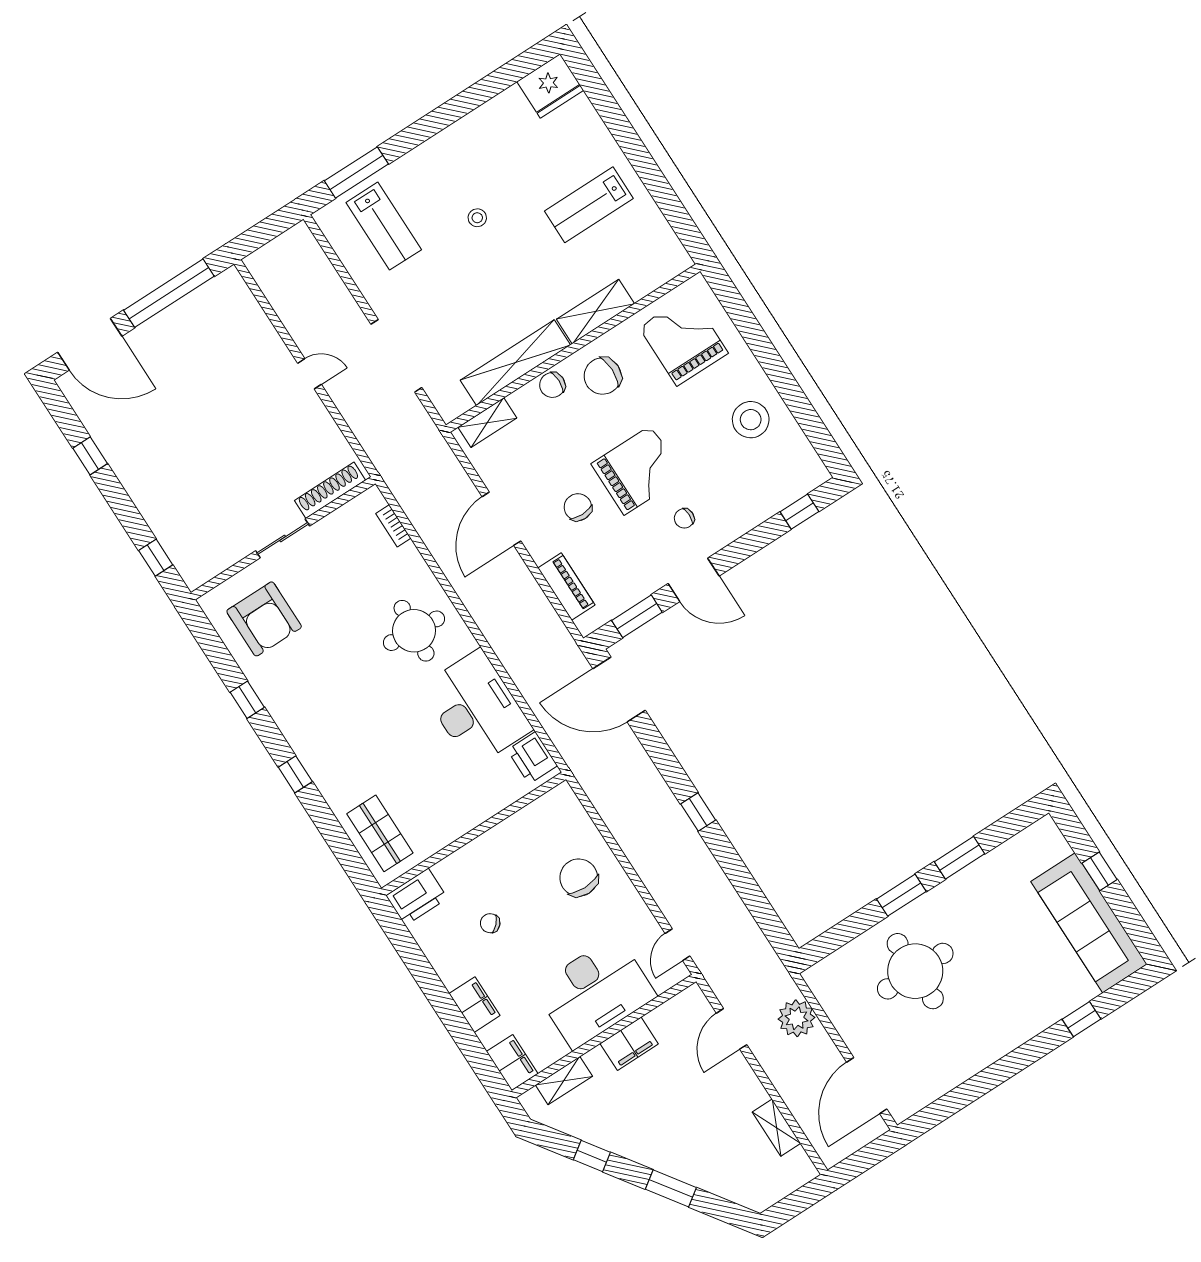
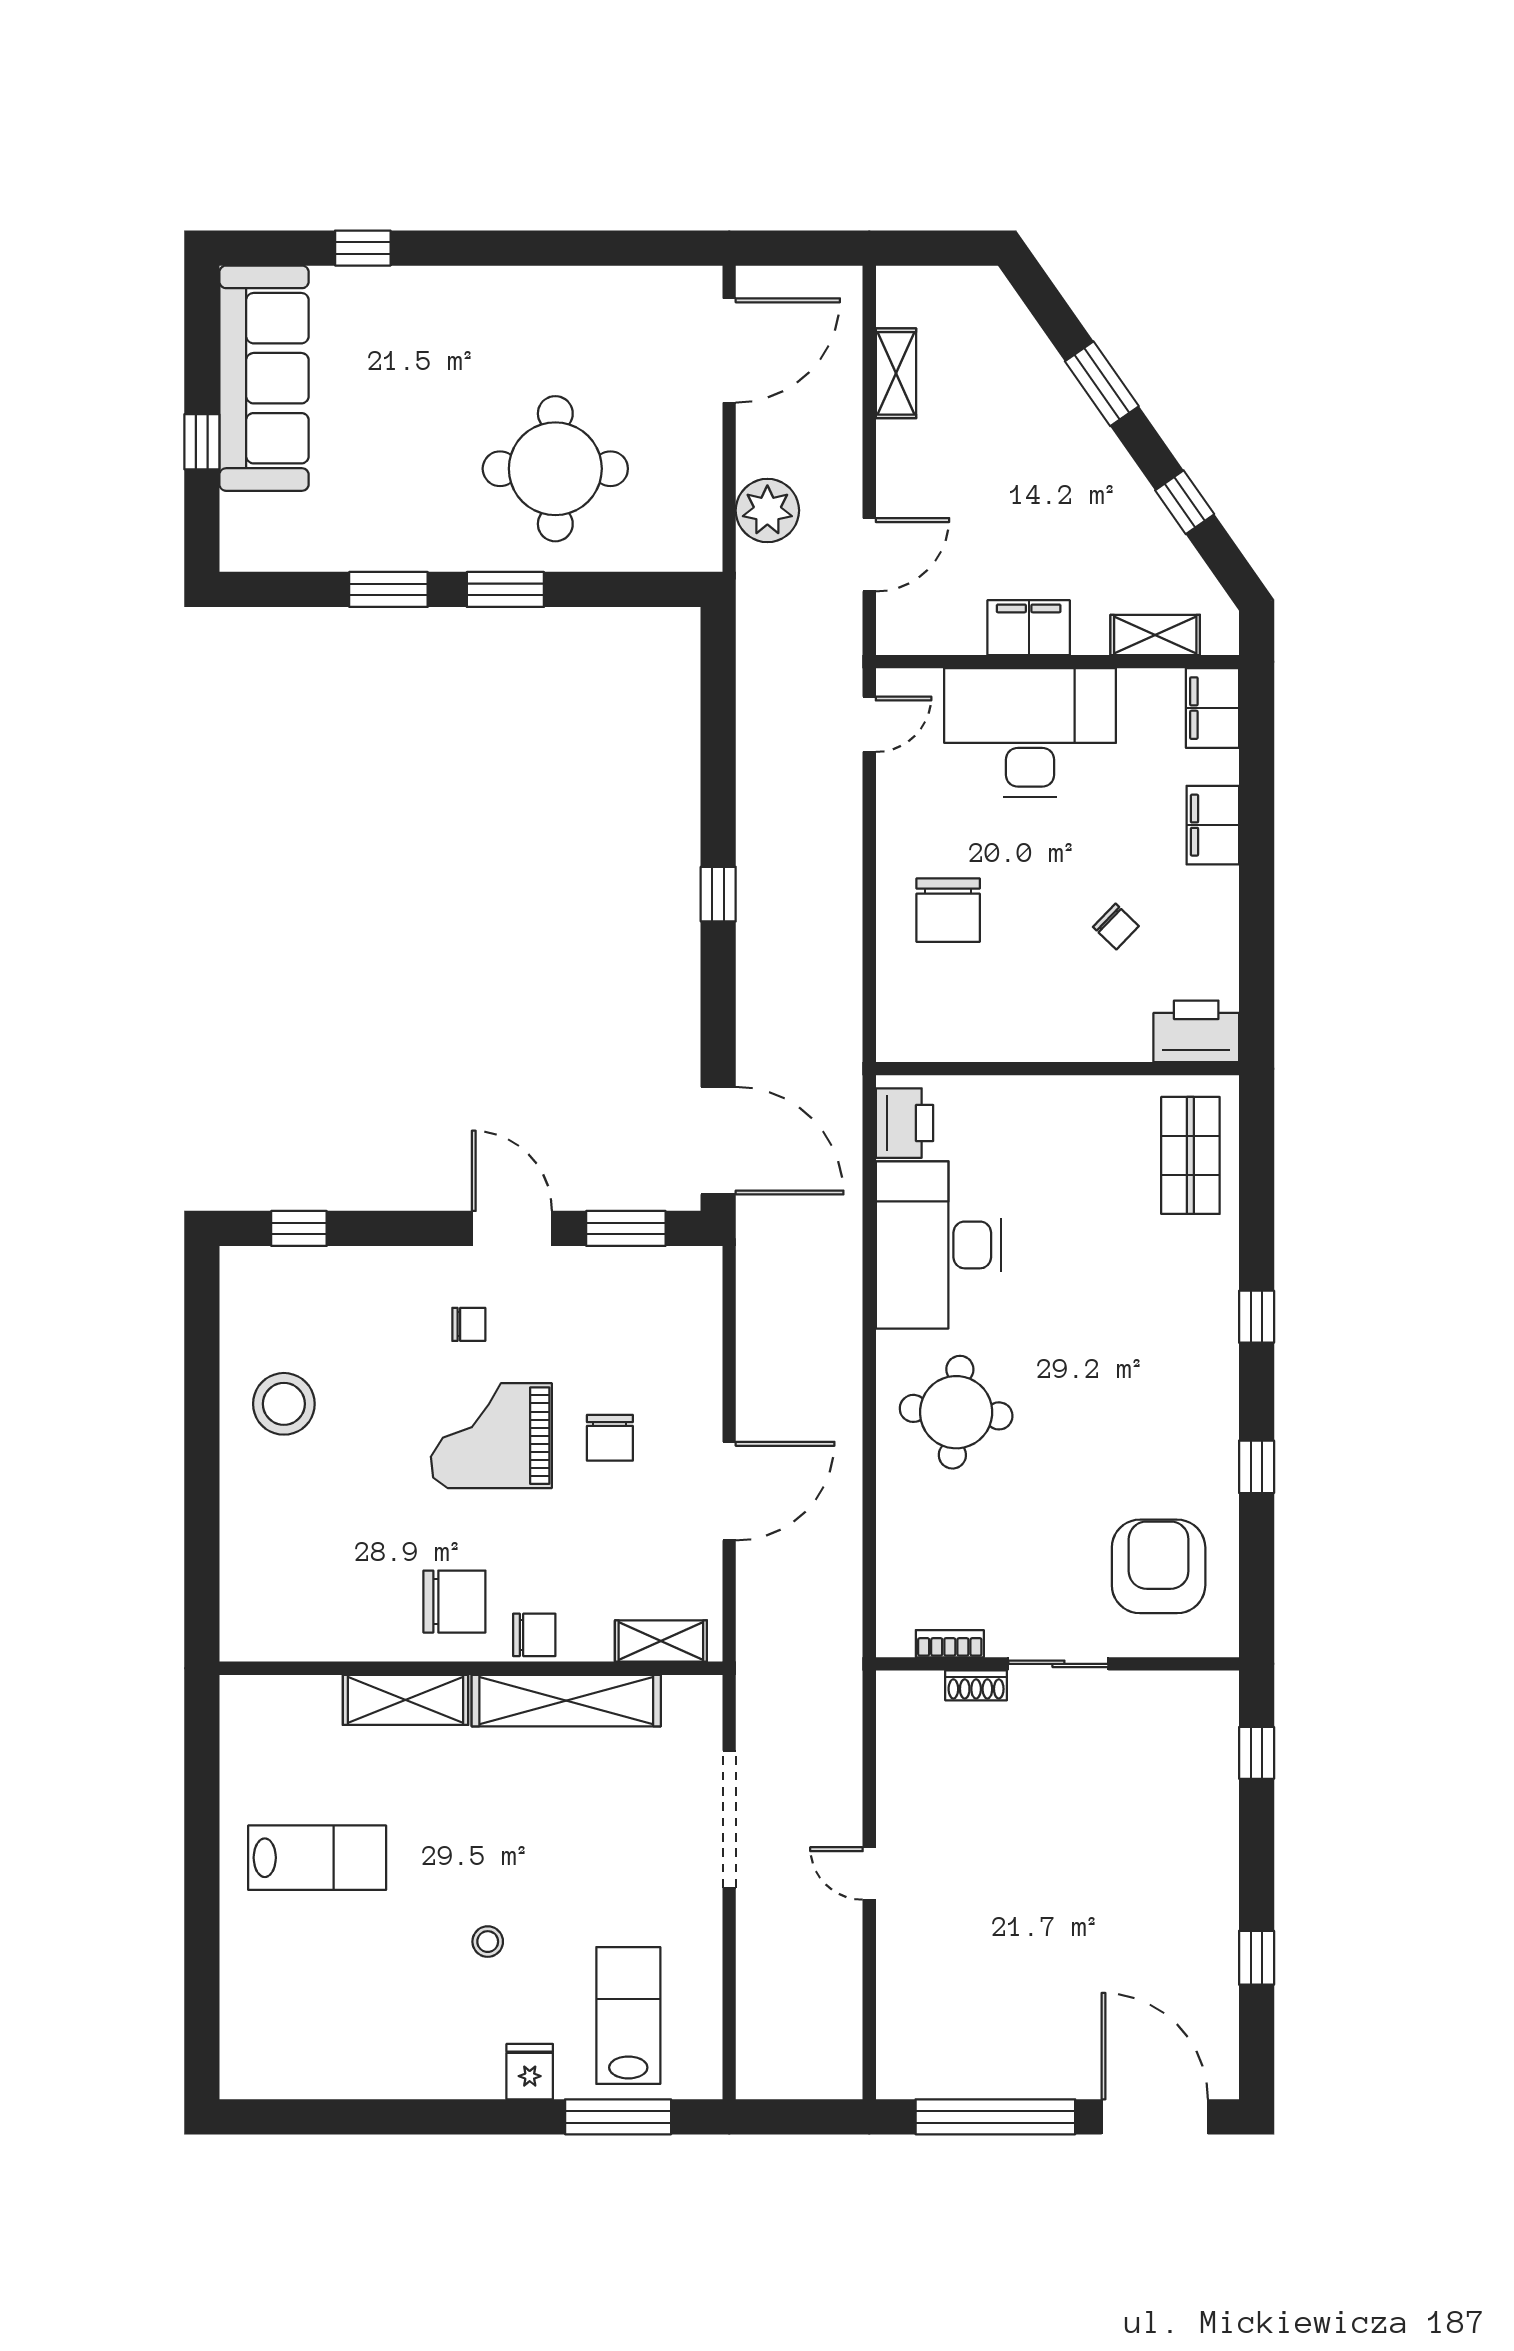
fridge: (550, 86) -> (530, 2072), moved, width x0.53, depth x0.75
grand piano: (683, 340) -> (307, 1579), removed
shoe rack: (330, 490) -> (976, 1685), width x0.51, depth x0.81
bookcase: (393, 526) -> (950, 1644), moved, turned -90
piano: (566, 587) -> (699, 1335), removed

